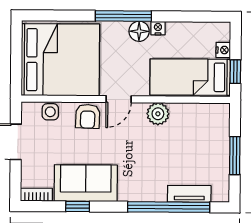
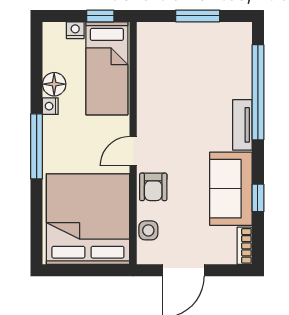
floor lamp: (139, 31) -> (54, 84), moved
door: (119, 99) -> (133, 151), swing flipped
plant: (158, 114) -> (150, 105), removed
armchair: (88, 116) -> (153, 187), turned 88
tv unit: (189, 194) -> (242, 125), moved

